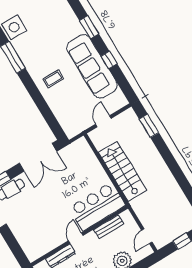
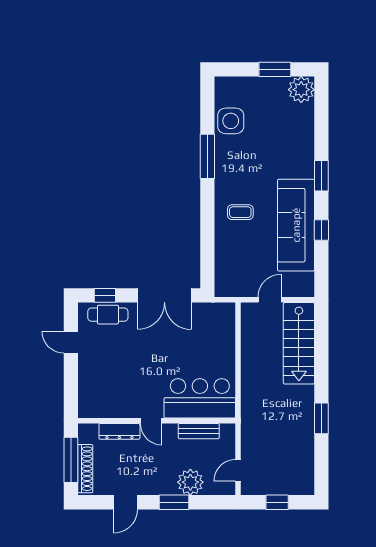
window: (149, 126) -> (321, 418), moved
stairs: (122, 171) -> (299, 343), moved, turned 180
door: (76, 238) -> (151, 421), swing flipped

